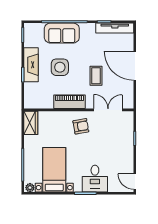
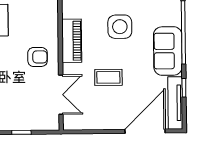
sofa: (62, 33) -> (168, 51), moved
door: (135, 66) -> (145, 131), moved
armchair: (81, 126) -> (38, 57), turned -80

